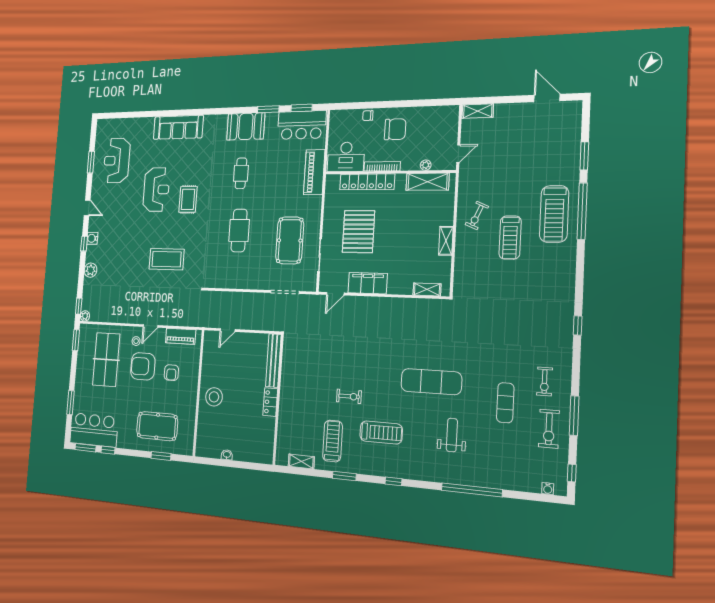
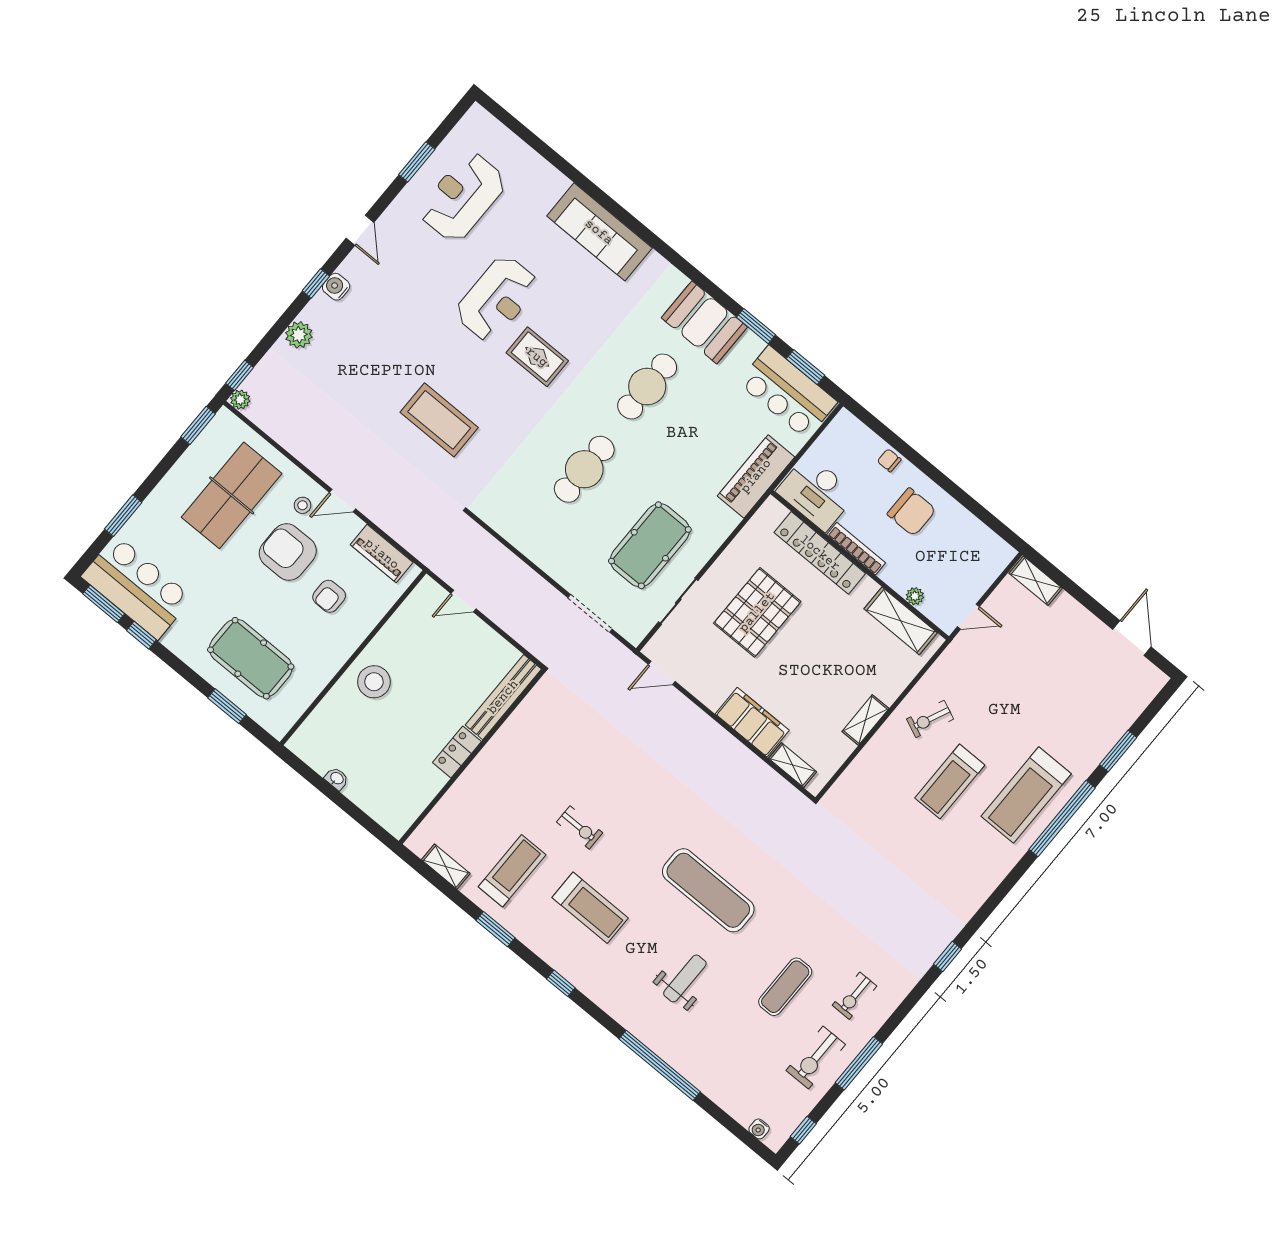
cafe table: (241, 173) -> (647, 387), width x1.37, depth x1.35
rug: (188, 199) -> (537, 357), turned 90
filing cabinet: (368, 283) -> (752, 722), moved

